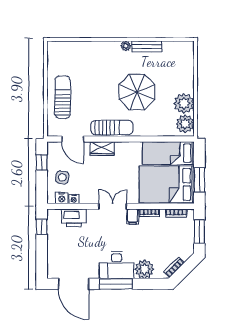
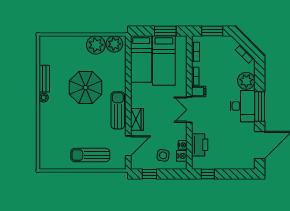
bed: (167, 184) -> (164, 61), width x0.67

